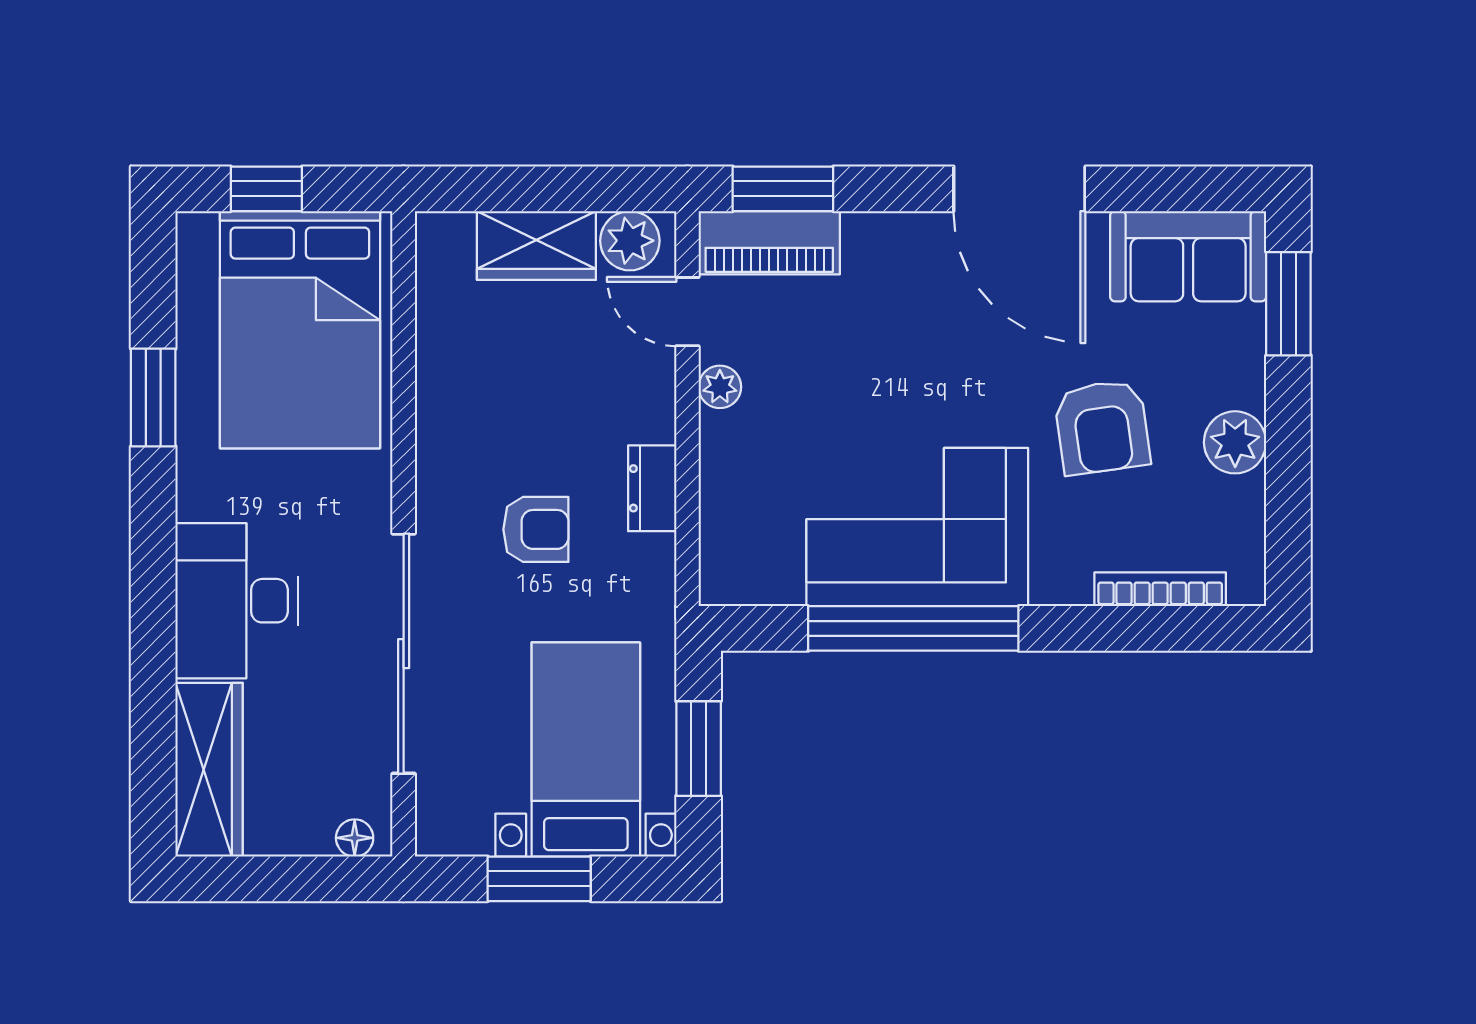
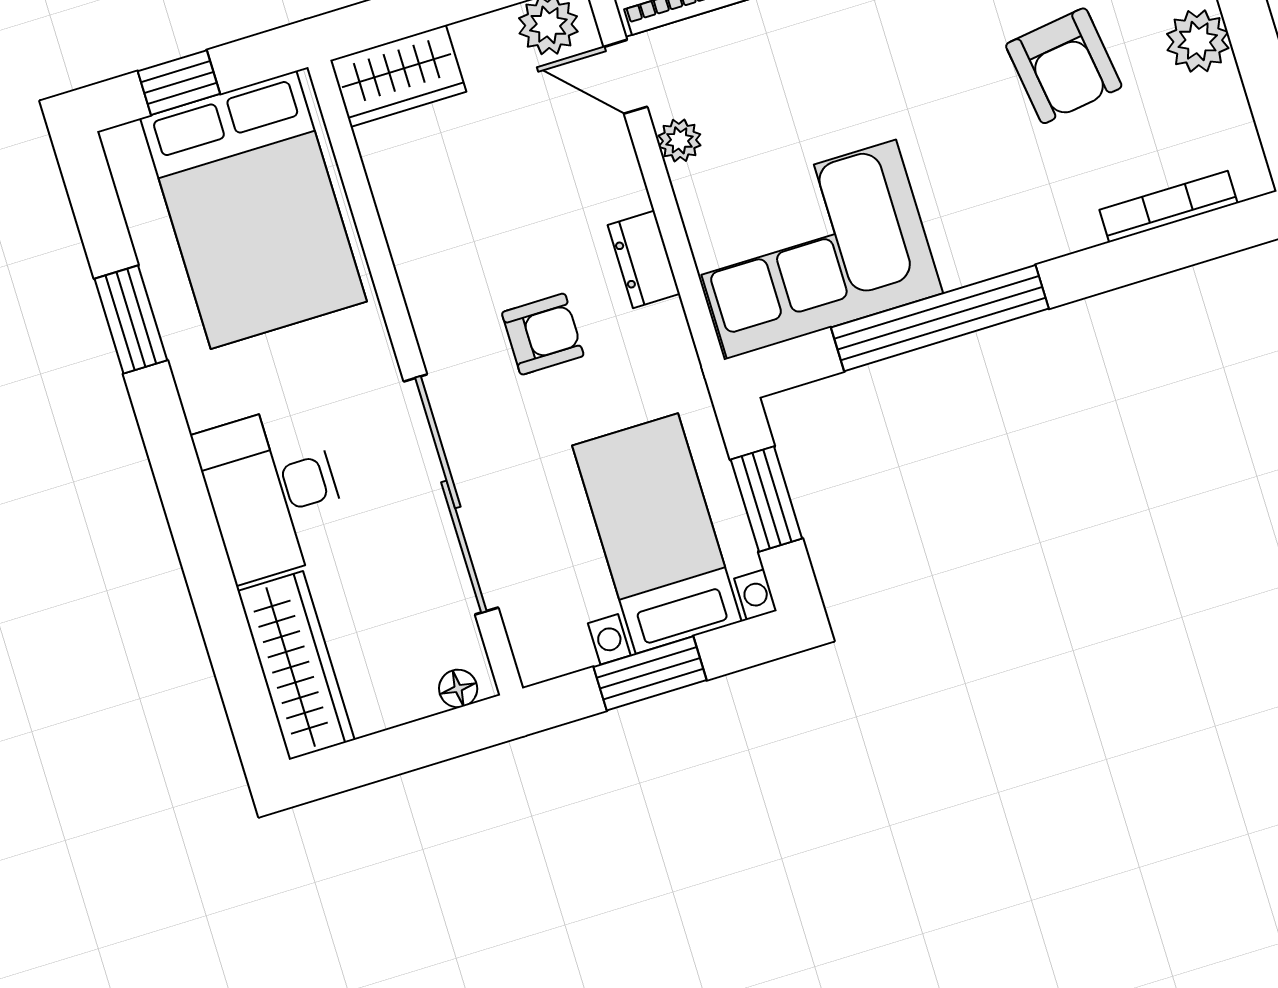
wardrobe: (536, 246) -> (398, 76), moved
corner sofa: (917, 527) -> (812, 249), moved

